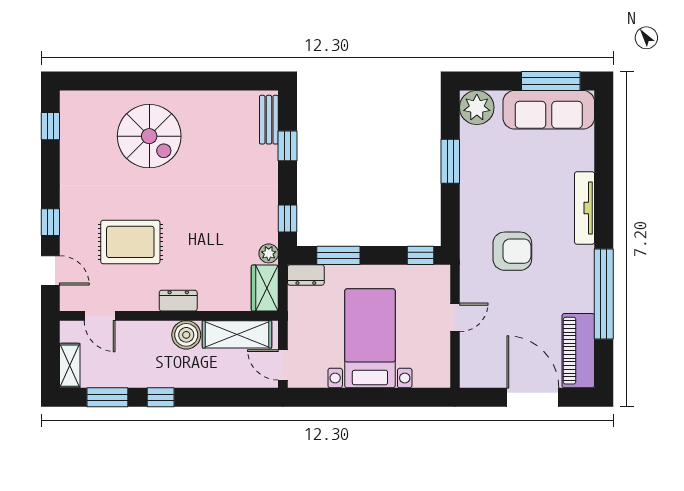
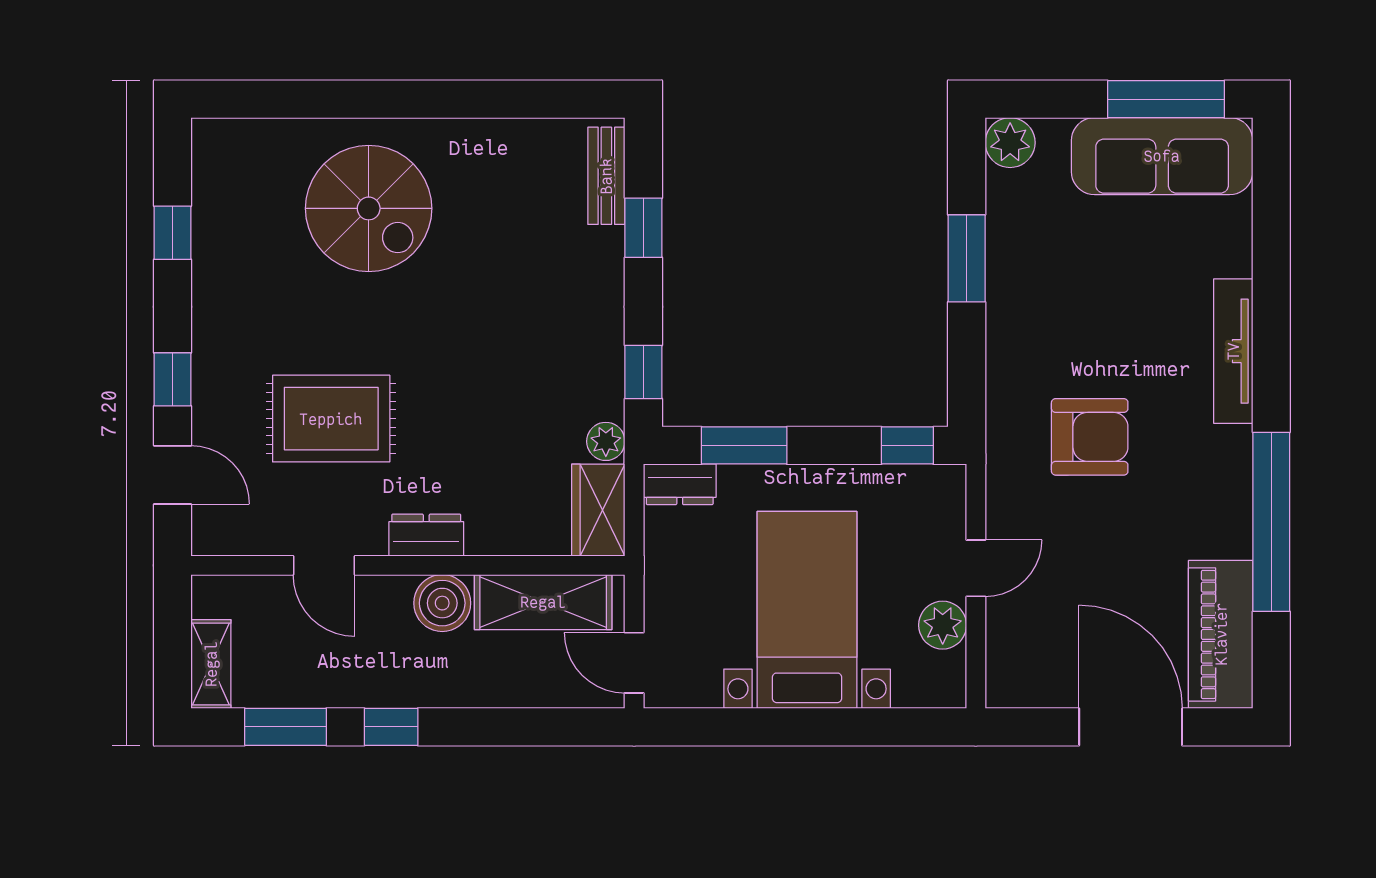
plant: (477, 108) -> (1010, 143), width x0.73, depth x0.73
window: (50, 126) -> (172, 233), moved
door: (100, 316) -> (324, 565), moved
plant: (438, 346) -> (943, 625), added

